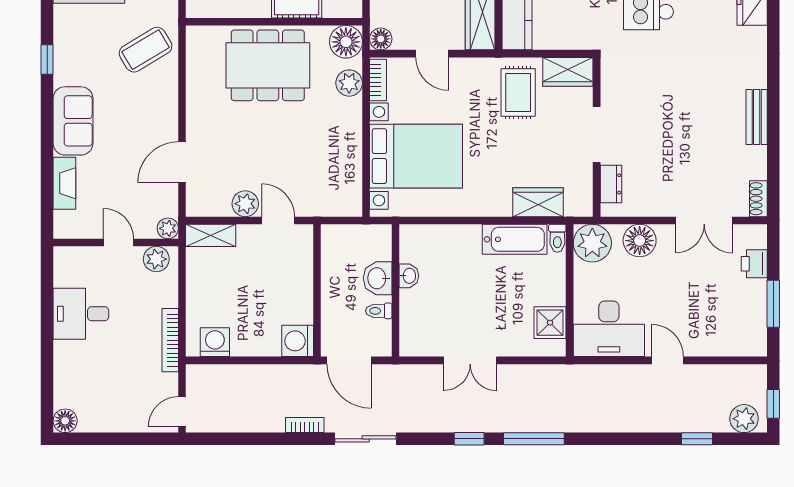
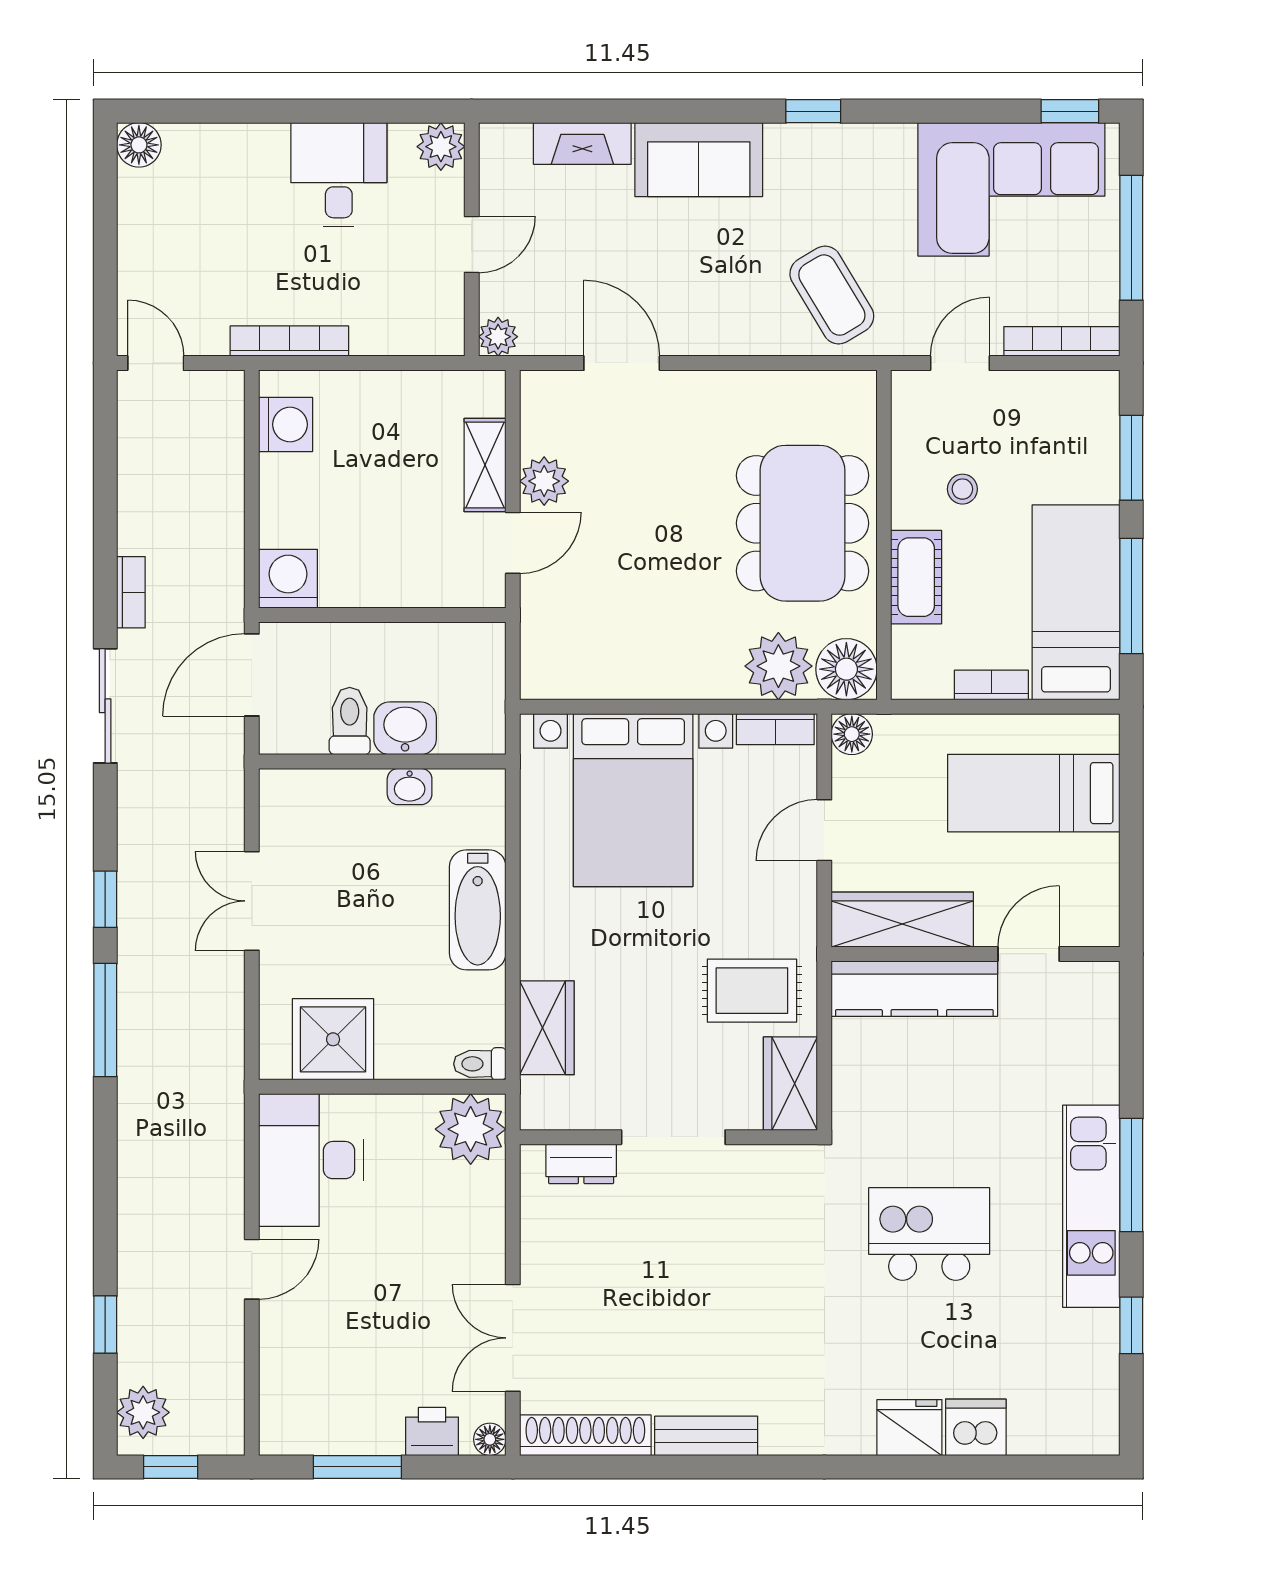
plant: (349, 83) -> (778, 666), width x1.36, depth x1.36
shoe rack: (758, 199) -> (585, 1435), width x1.94, depth x1.24
shelving: (211, 235) -> (485, 465), moved
bathtub: (515, 239) -> (478, 910), moved
floor lamp: (640, 241) -> (490, 1439), moved, width x0.53, depth x0.53
plant: (156, 259) -> (441, 147), moved
toilet: (379, 311) -> (350, 721), width x1.37, depth x1.39
shower: (550, 323) -> (333, 1039), width x1.36, depth x1.36

